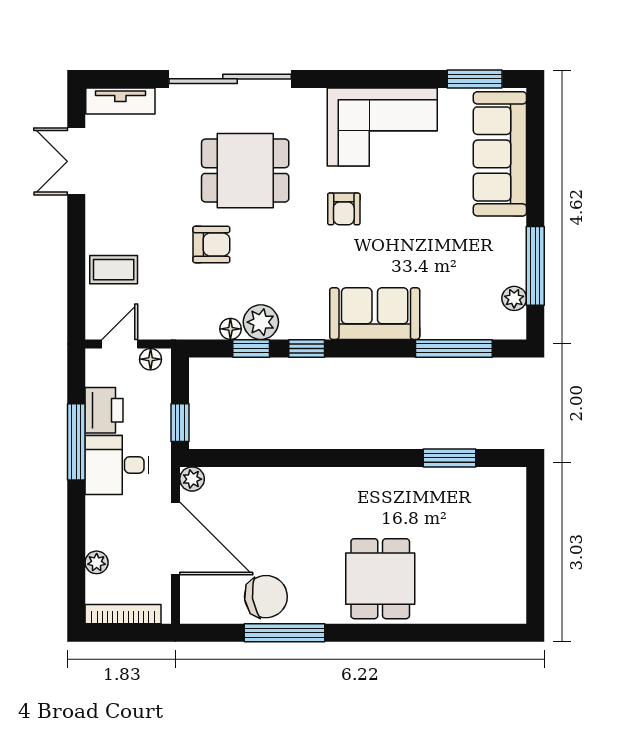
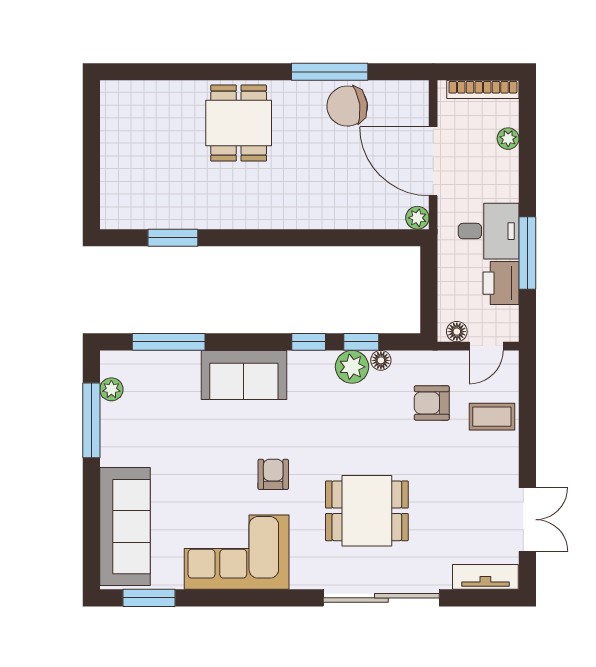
armchair: (211, 244) -> (432, 403), moved
window: (180, 423) -> (429, 271), removed

